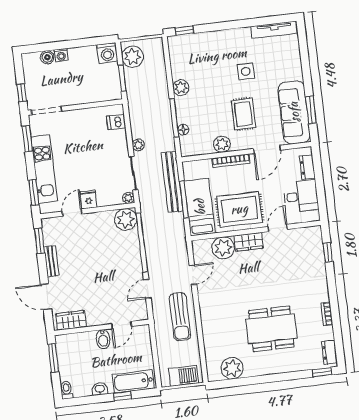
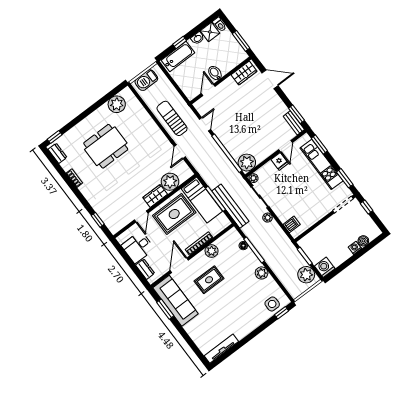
side table: (246, 71) -> (272, 304), moved
rug: (243, 114) -> (209, 280), turned 90
bench: (51, 261) -> (294, 123), moved
shower: (82, 388) -> (210, 32), added

